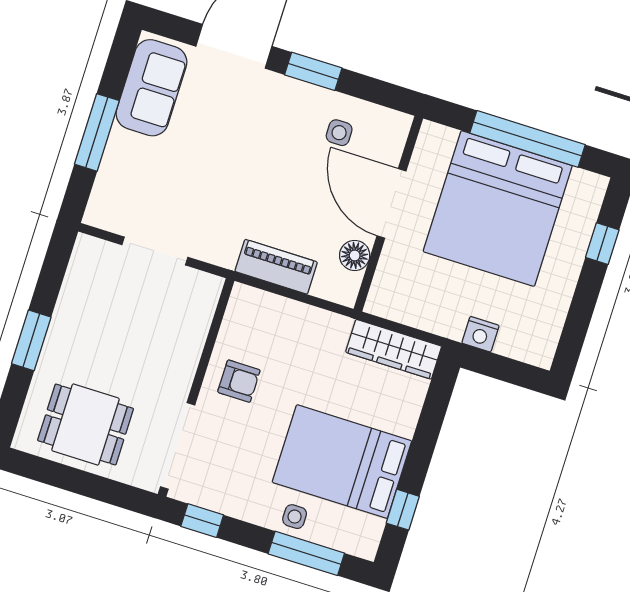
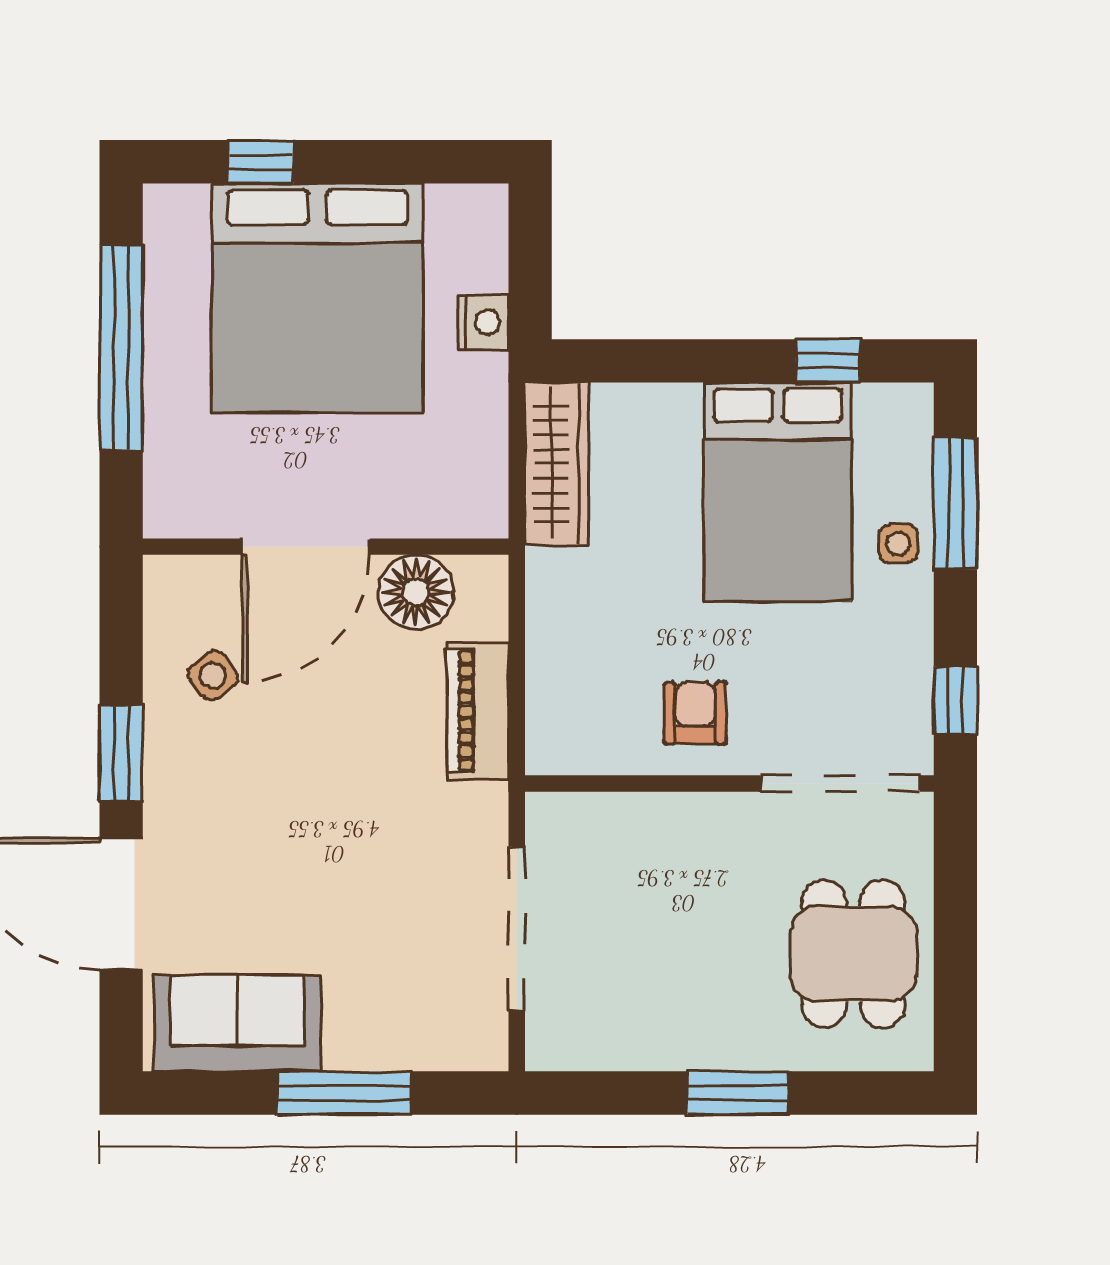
side table: (339, 133) -> (213, 675), turned -38
bed: (498, 209) -> (317, 298), moved, turned 90
doorway: (155, 251) -> (517, 929), width x1.36
floor lamp: (355, 255) -> (416, 592), width x1.38, depth x1.38

